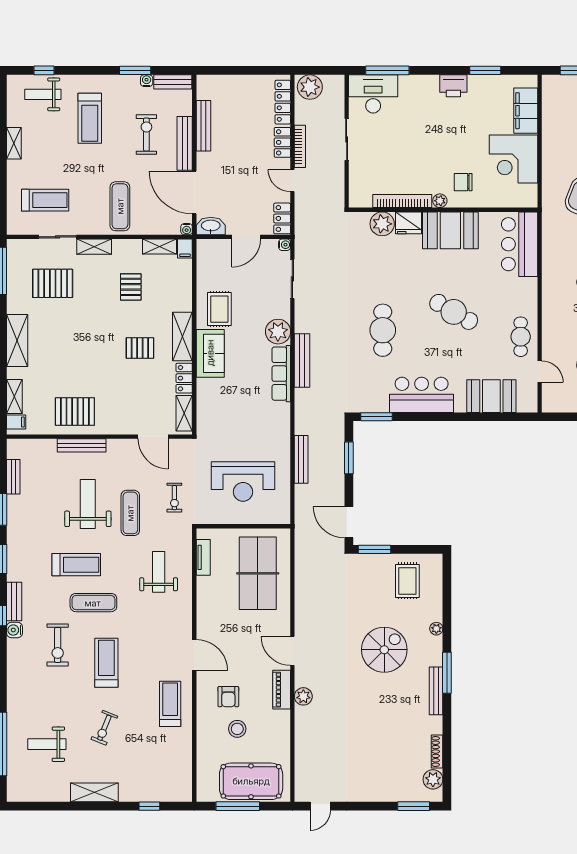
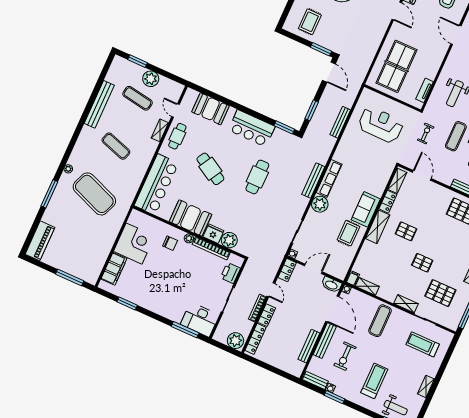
printer: (453, 86) -> (230, 273), moved, turned -90
bar counter: (520, 244) -> (156, 184), width x1.36
pallet: (131, 287) -> (422, 263), moved, turned 90
shelving: (549, 334) -> (160, 130), added

